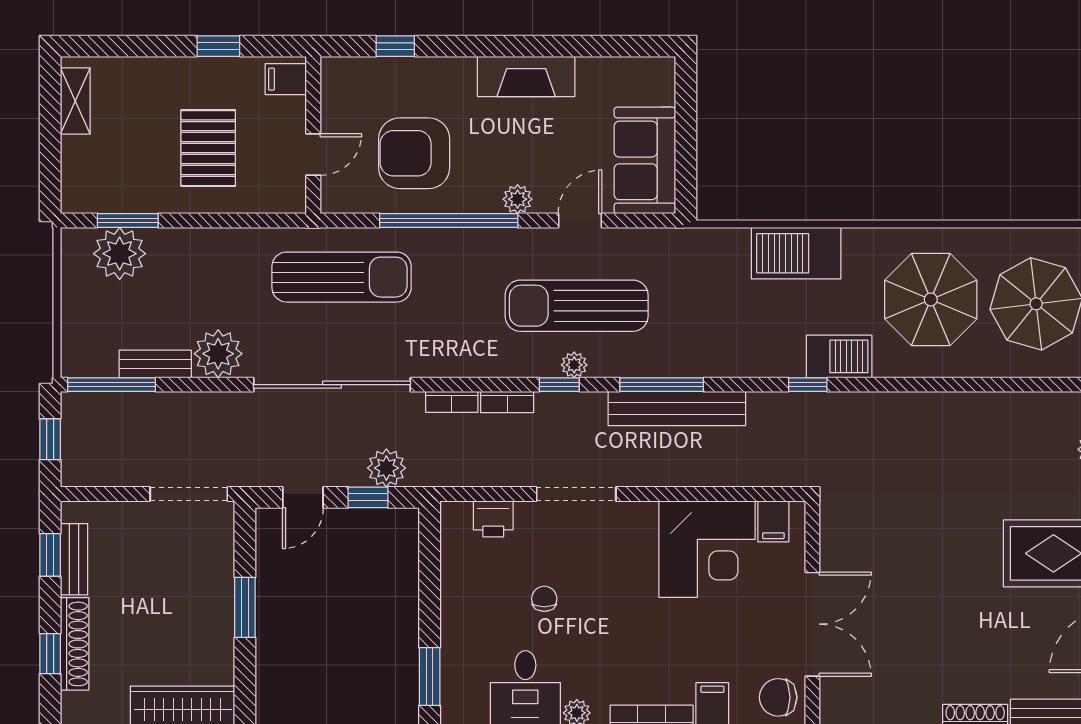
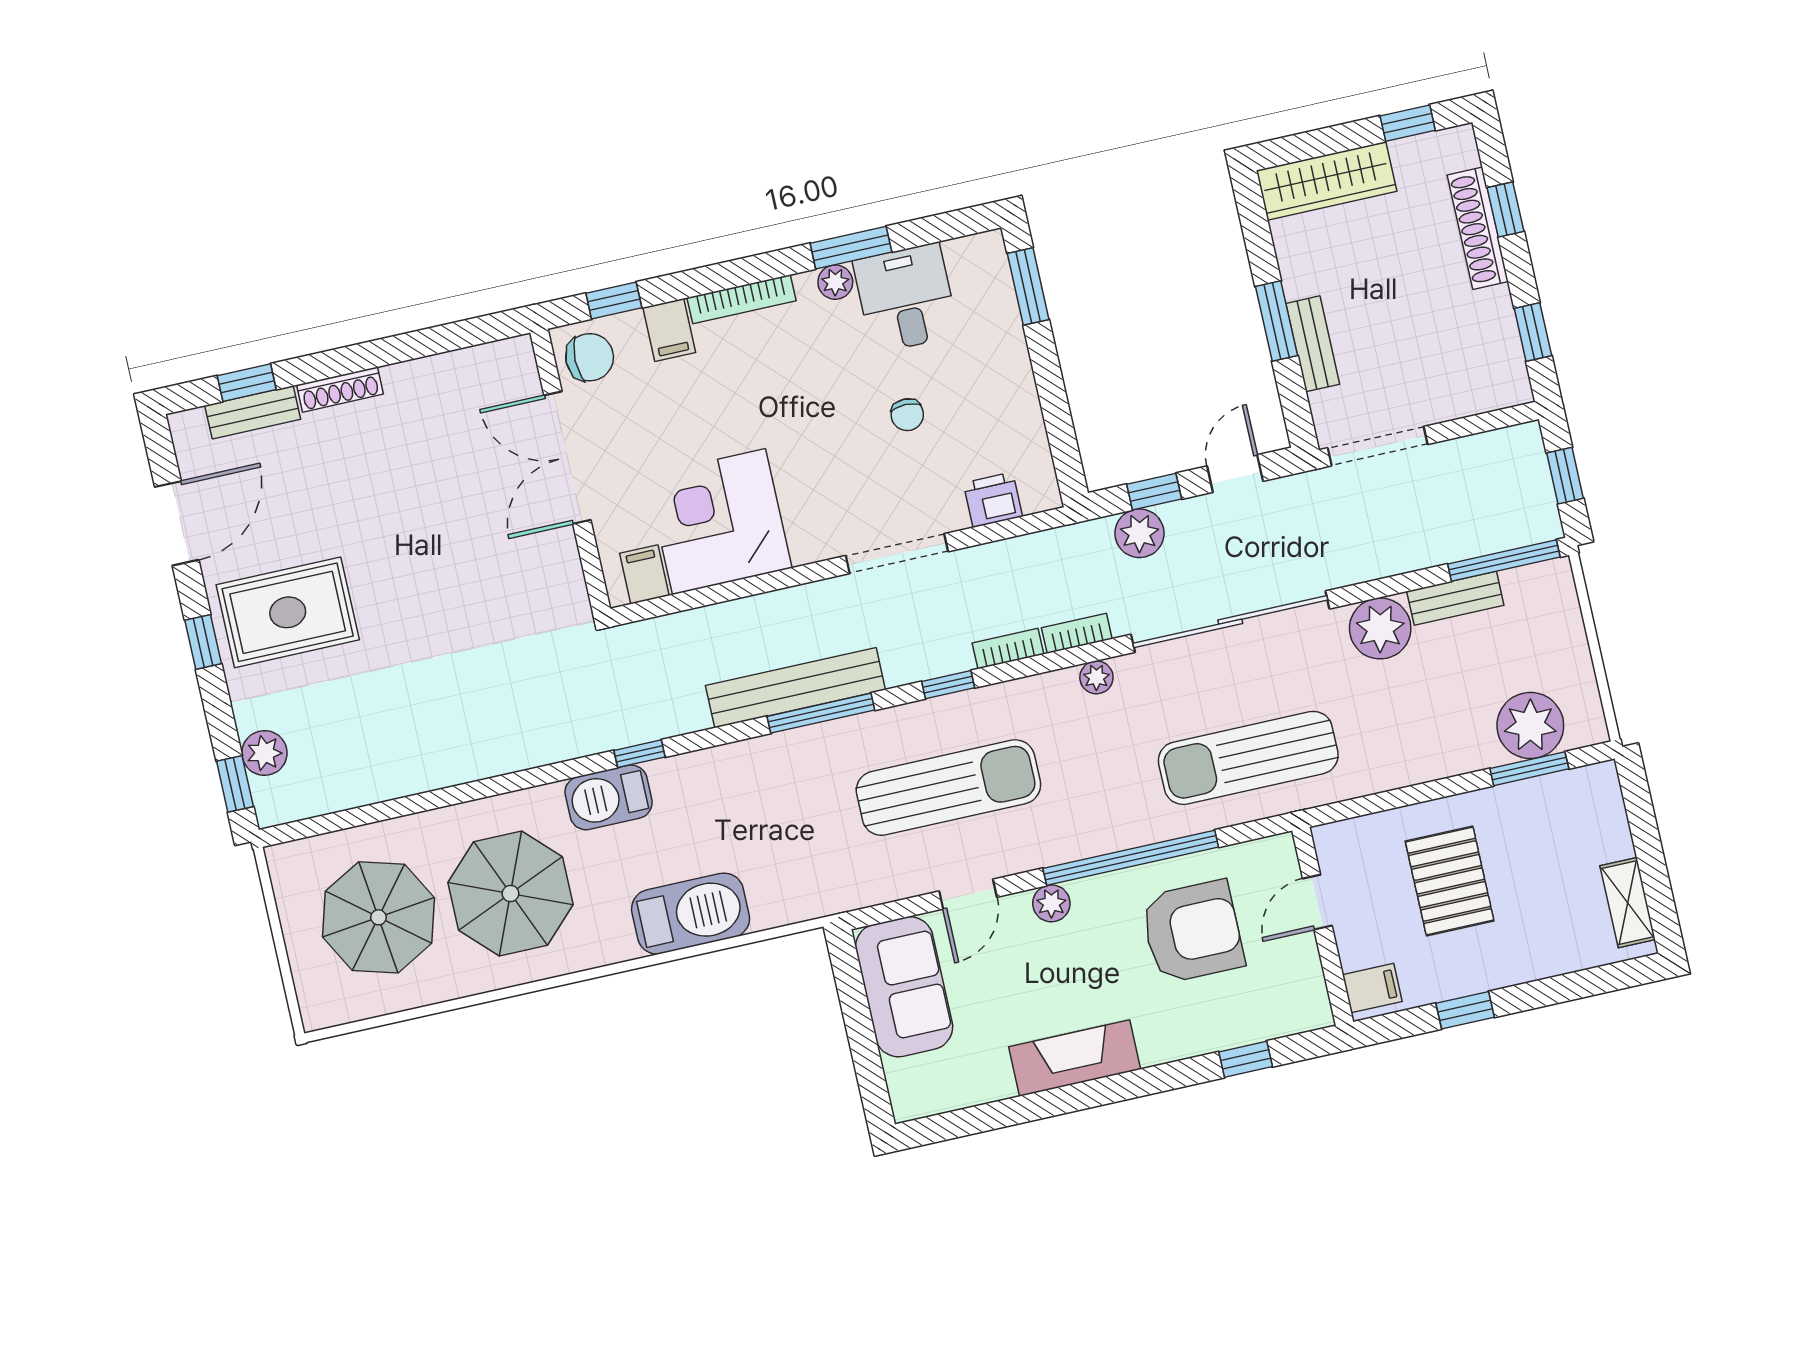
plant: (574, 365) -> (1096, 677), moved
bench: (74, 559) -> (1313, 344), moved

